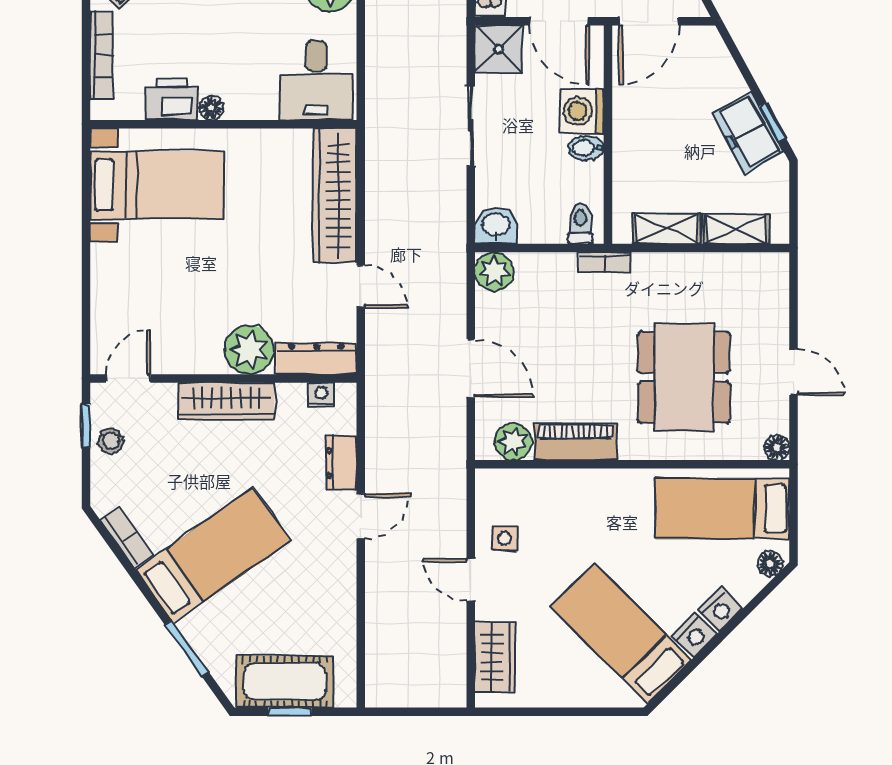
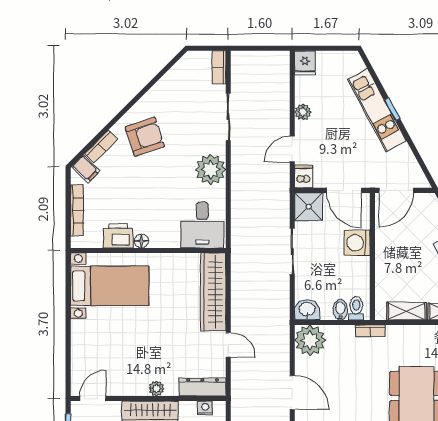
bidet: (586, 148) -> (340, 310), moved, turned 90
plant: (494, 271) -> (310, 340), width x1.36, depth x1.36
plant: (249, 350) -> (157, 389), width x0.53, depth x0.53

